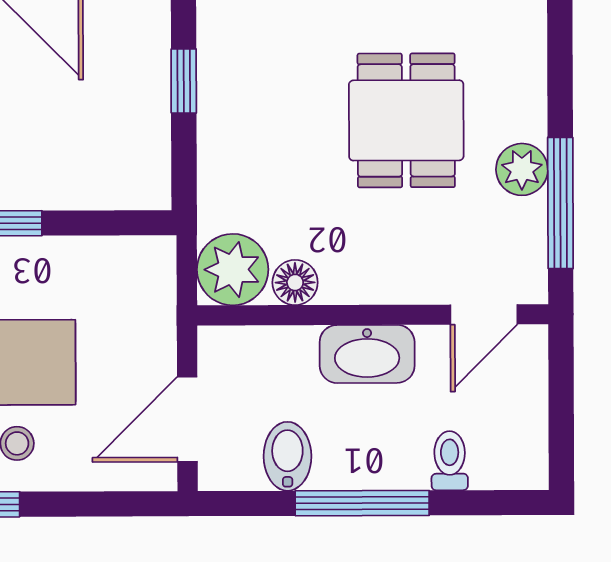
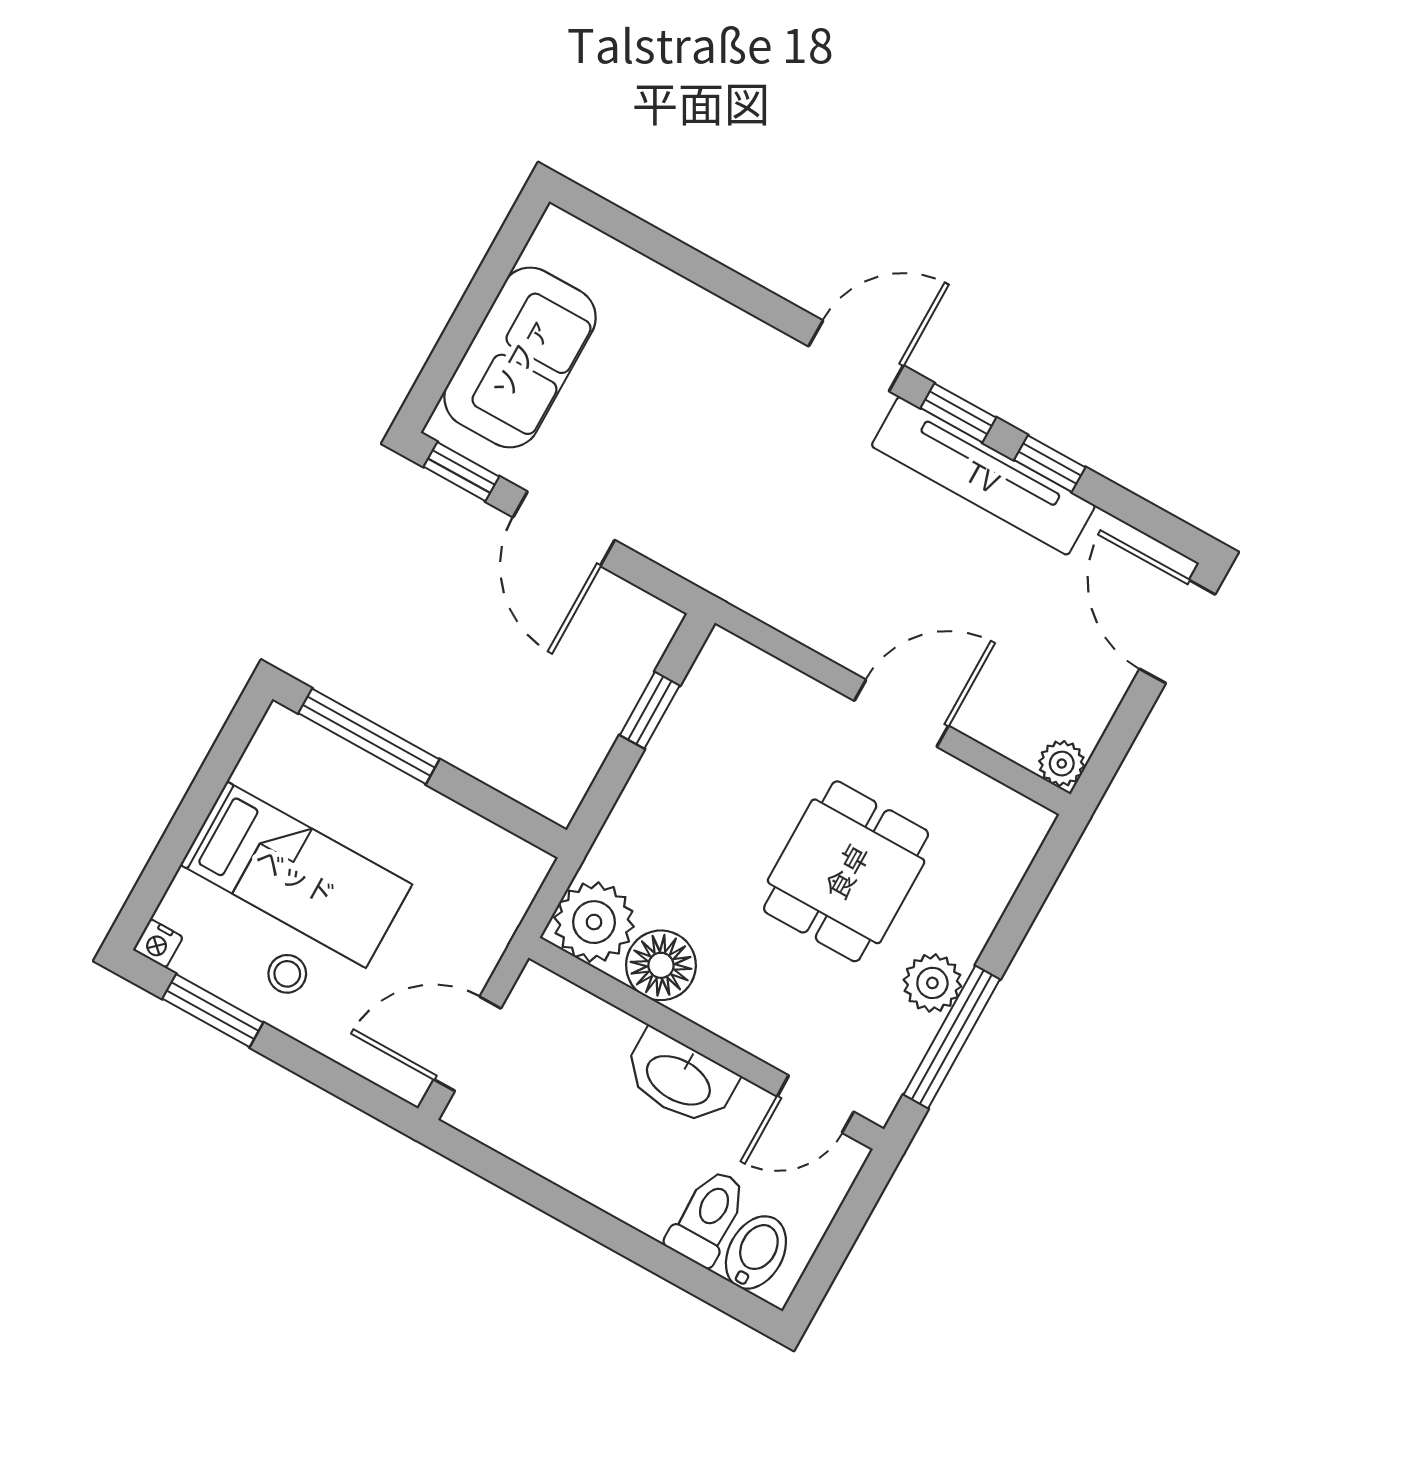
floor lamp: (295, 282) -> (661, 965), width x1.38, depth x1.38
bidet: (287, 456) -> (756, 1253), moved
toilet: (450, 461) -> (708, 1217), width x1.37, depth x1.39
window: (362, 503) -> (592, 1222), removed

